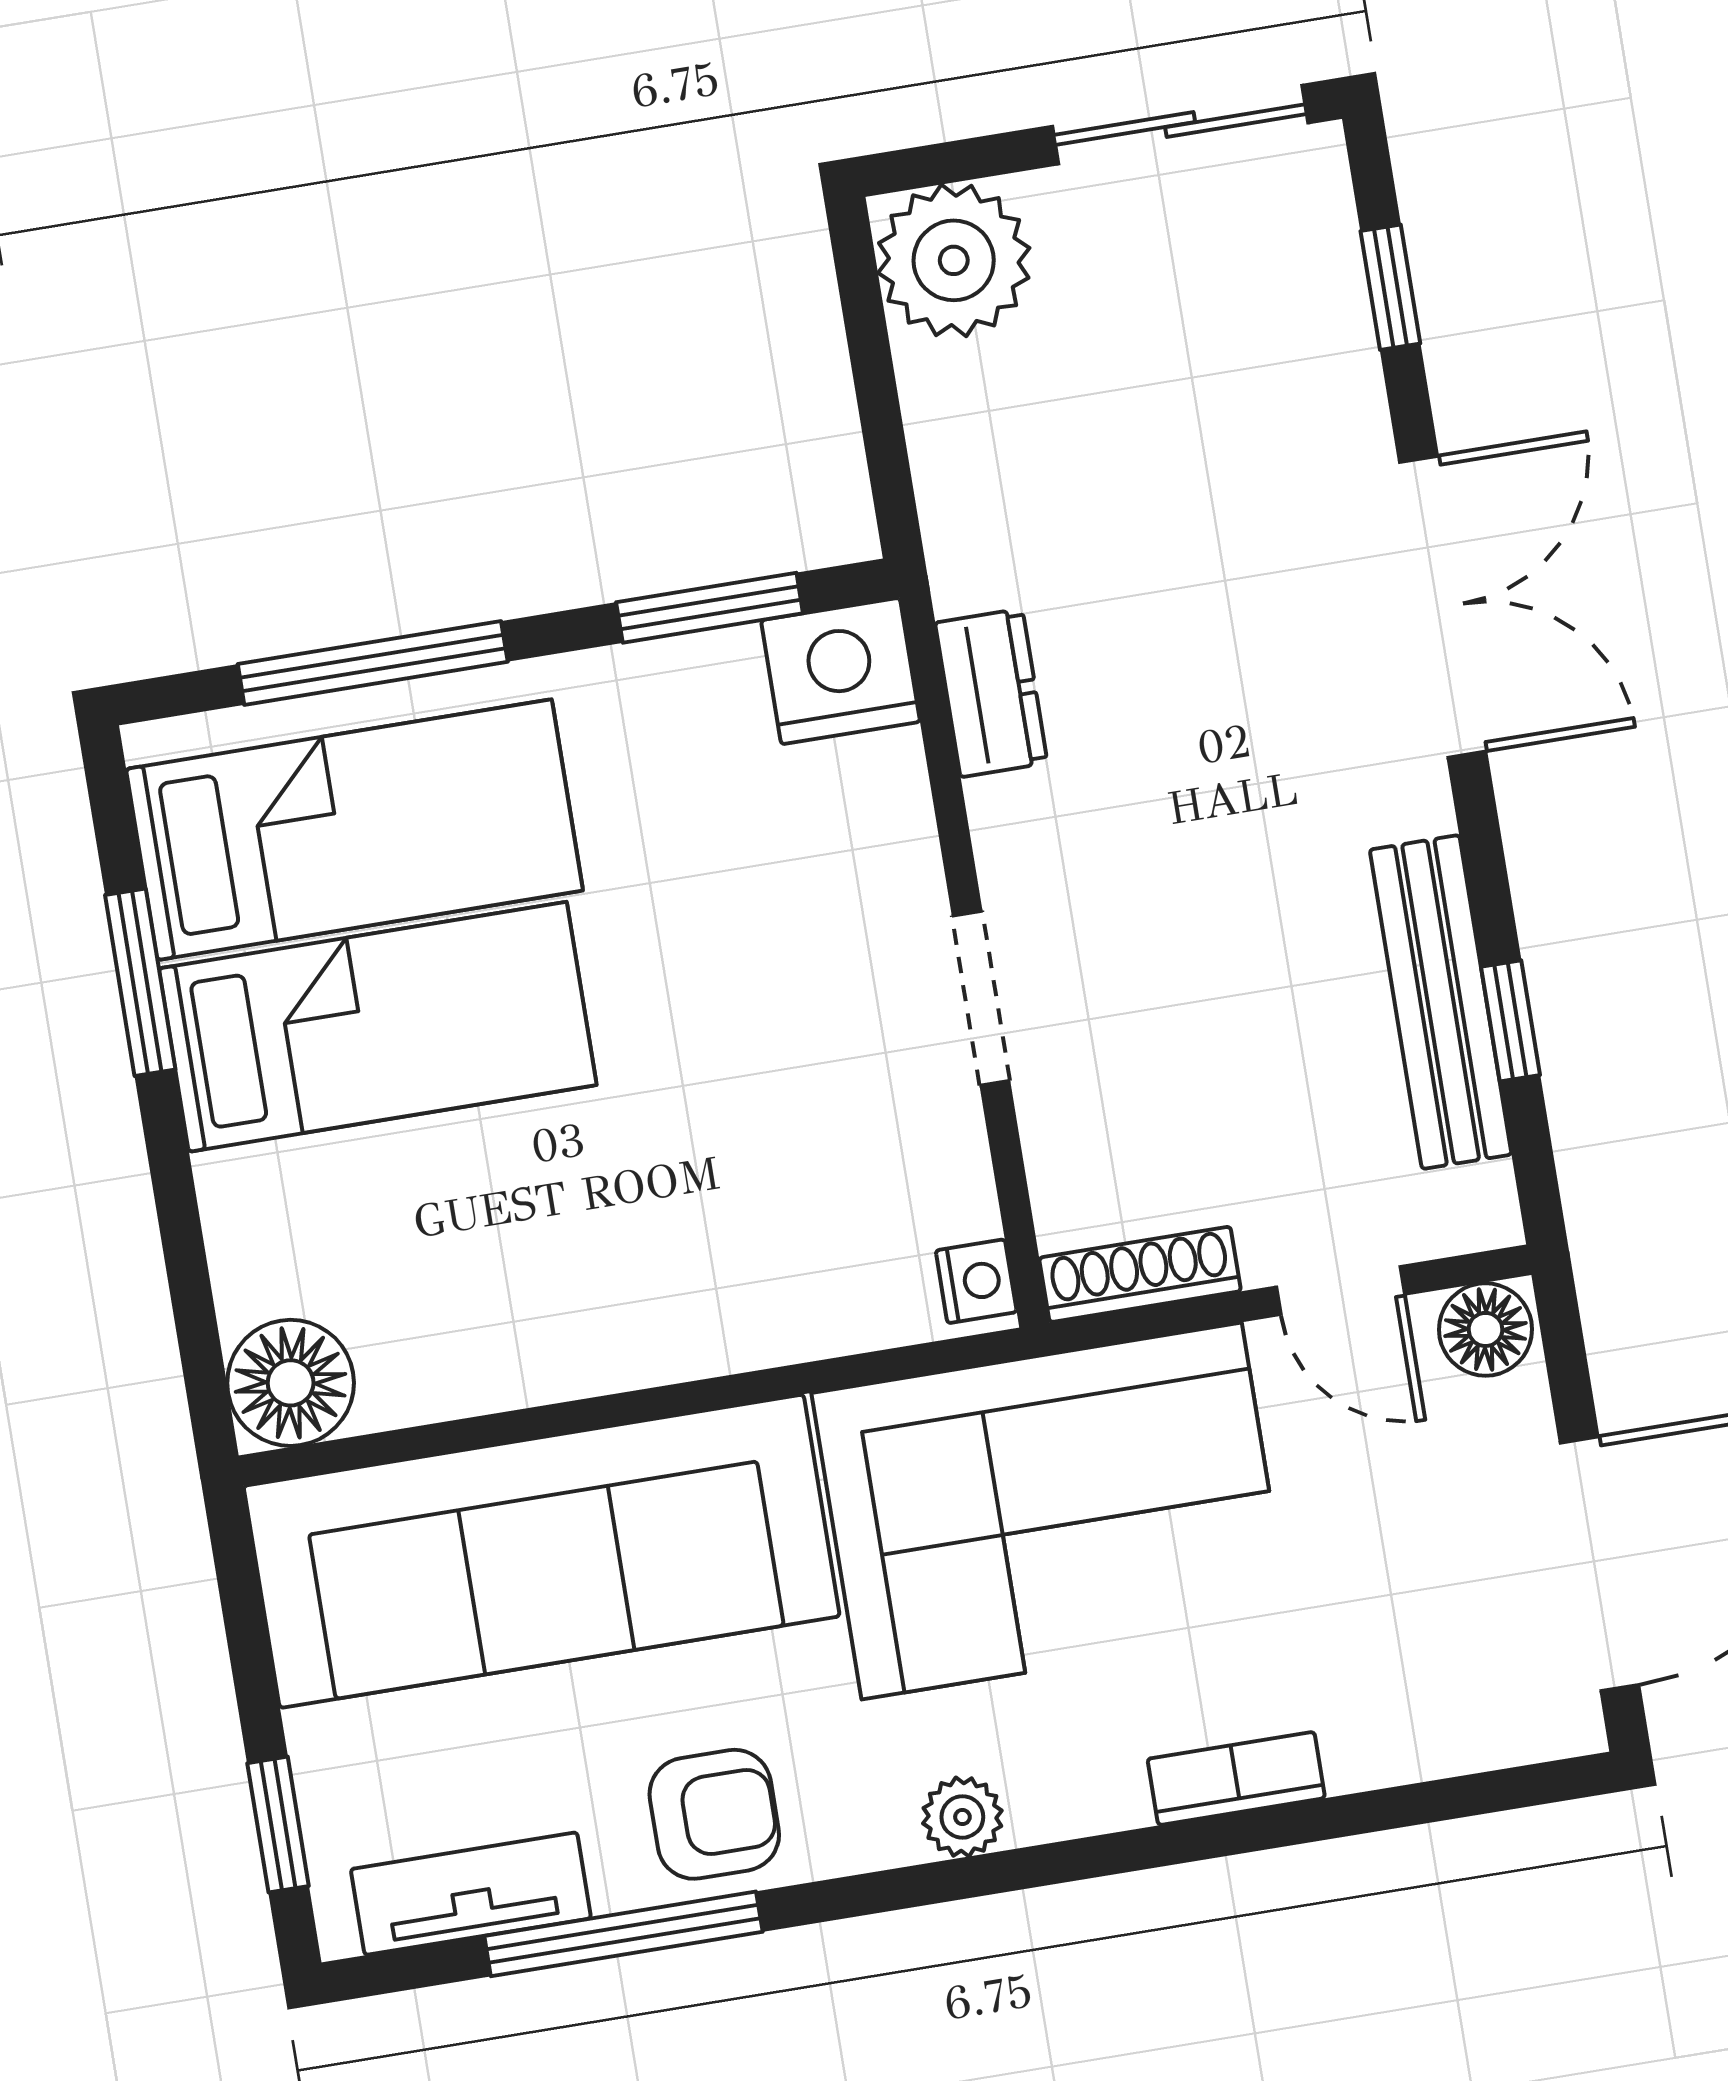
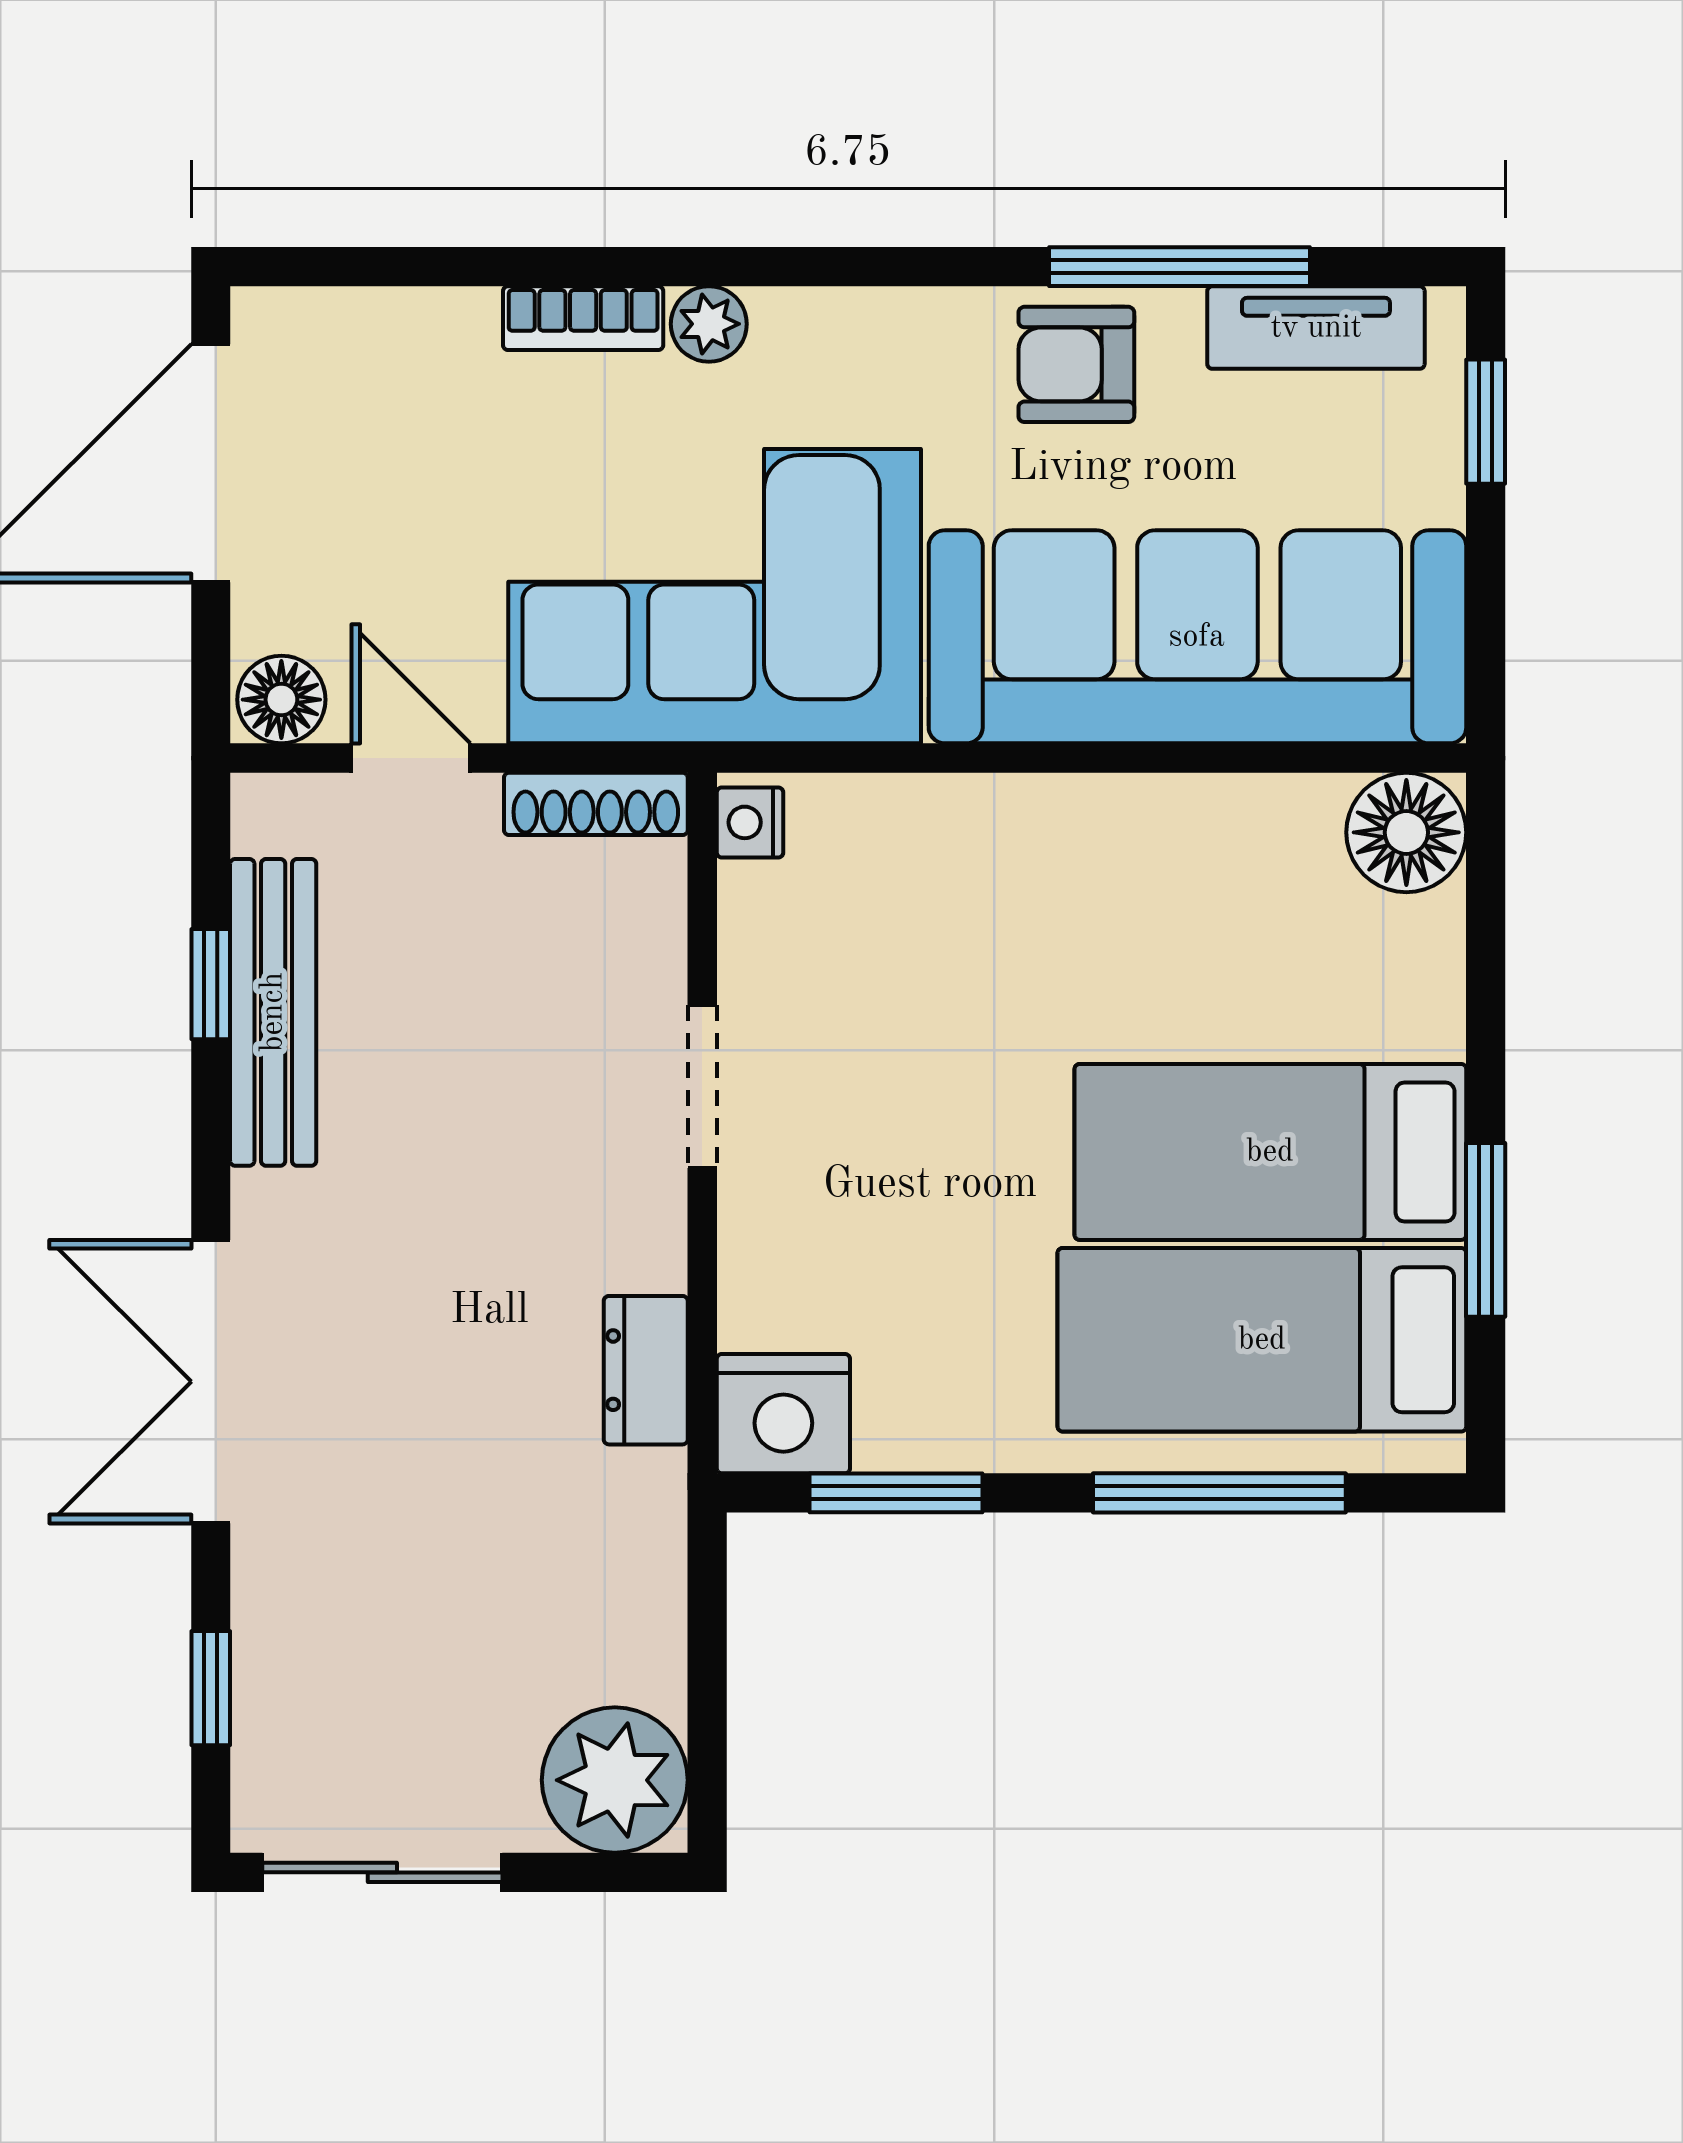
plant: (962, 1817) -> (709, 324), moved

